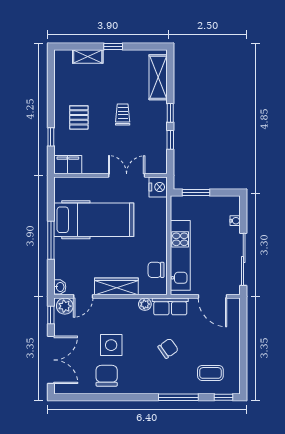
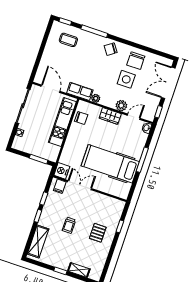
filing cabinet: (68, 165) -> (60, 186), moved, width x0.50
double door: (127, 175) -> (80, 185), swing flipped
wardrobe: (116, 286) -> (110, 116), width x0.67
plant: (65, 306) -> (121, 106), moved
chair: (168, 348) -> (111, 49), moved

